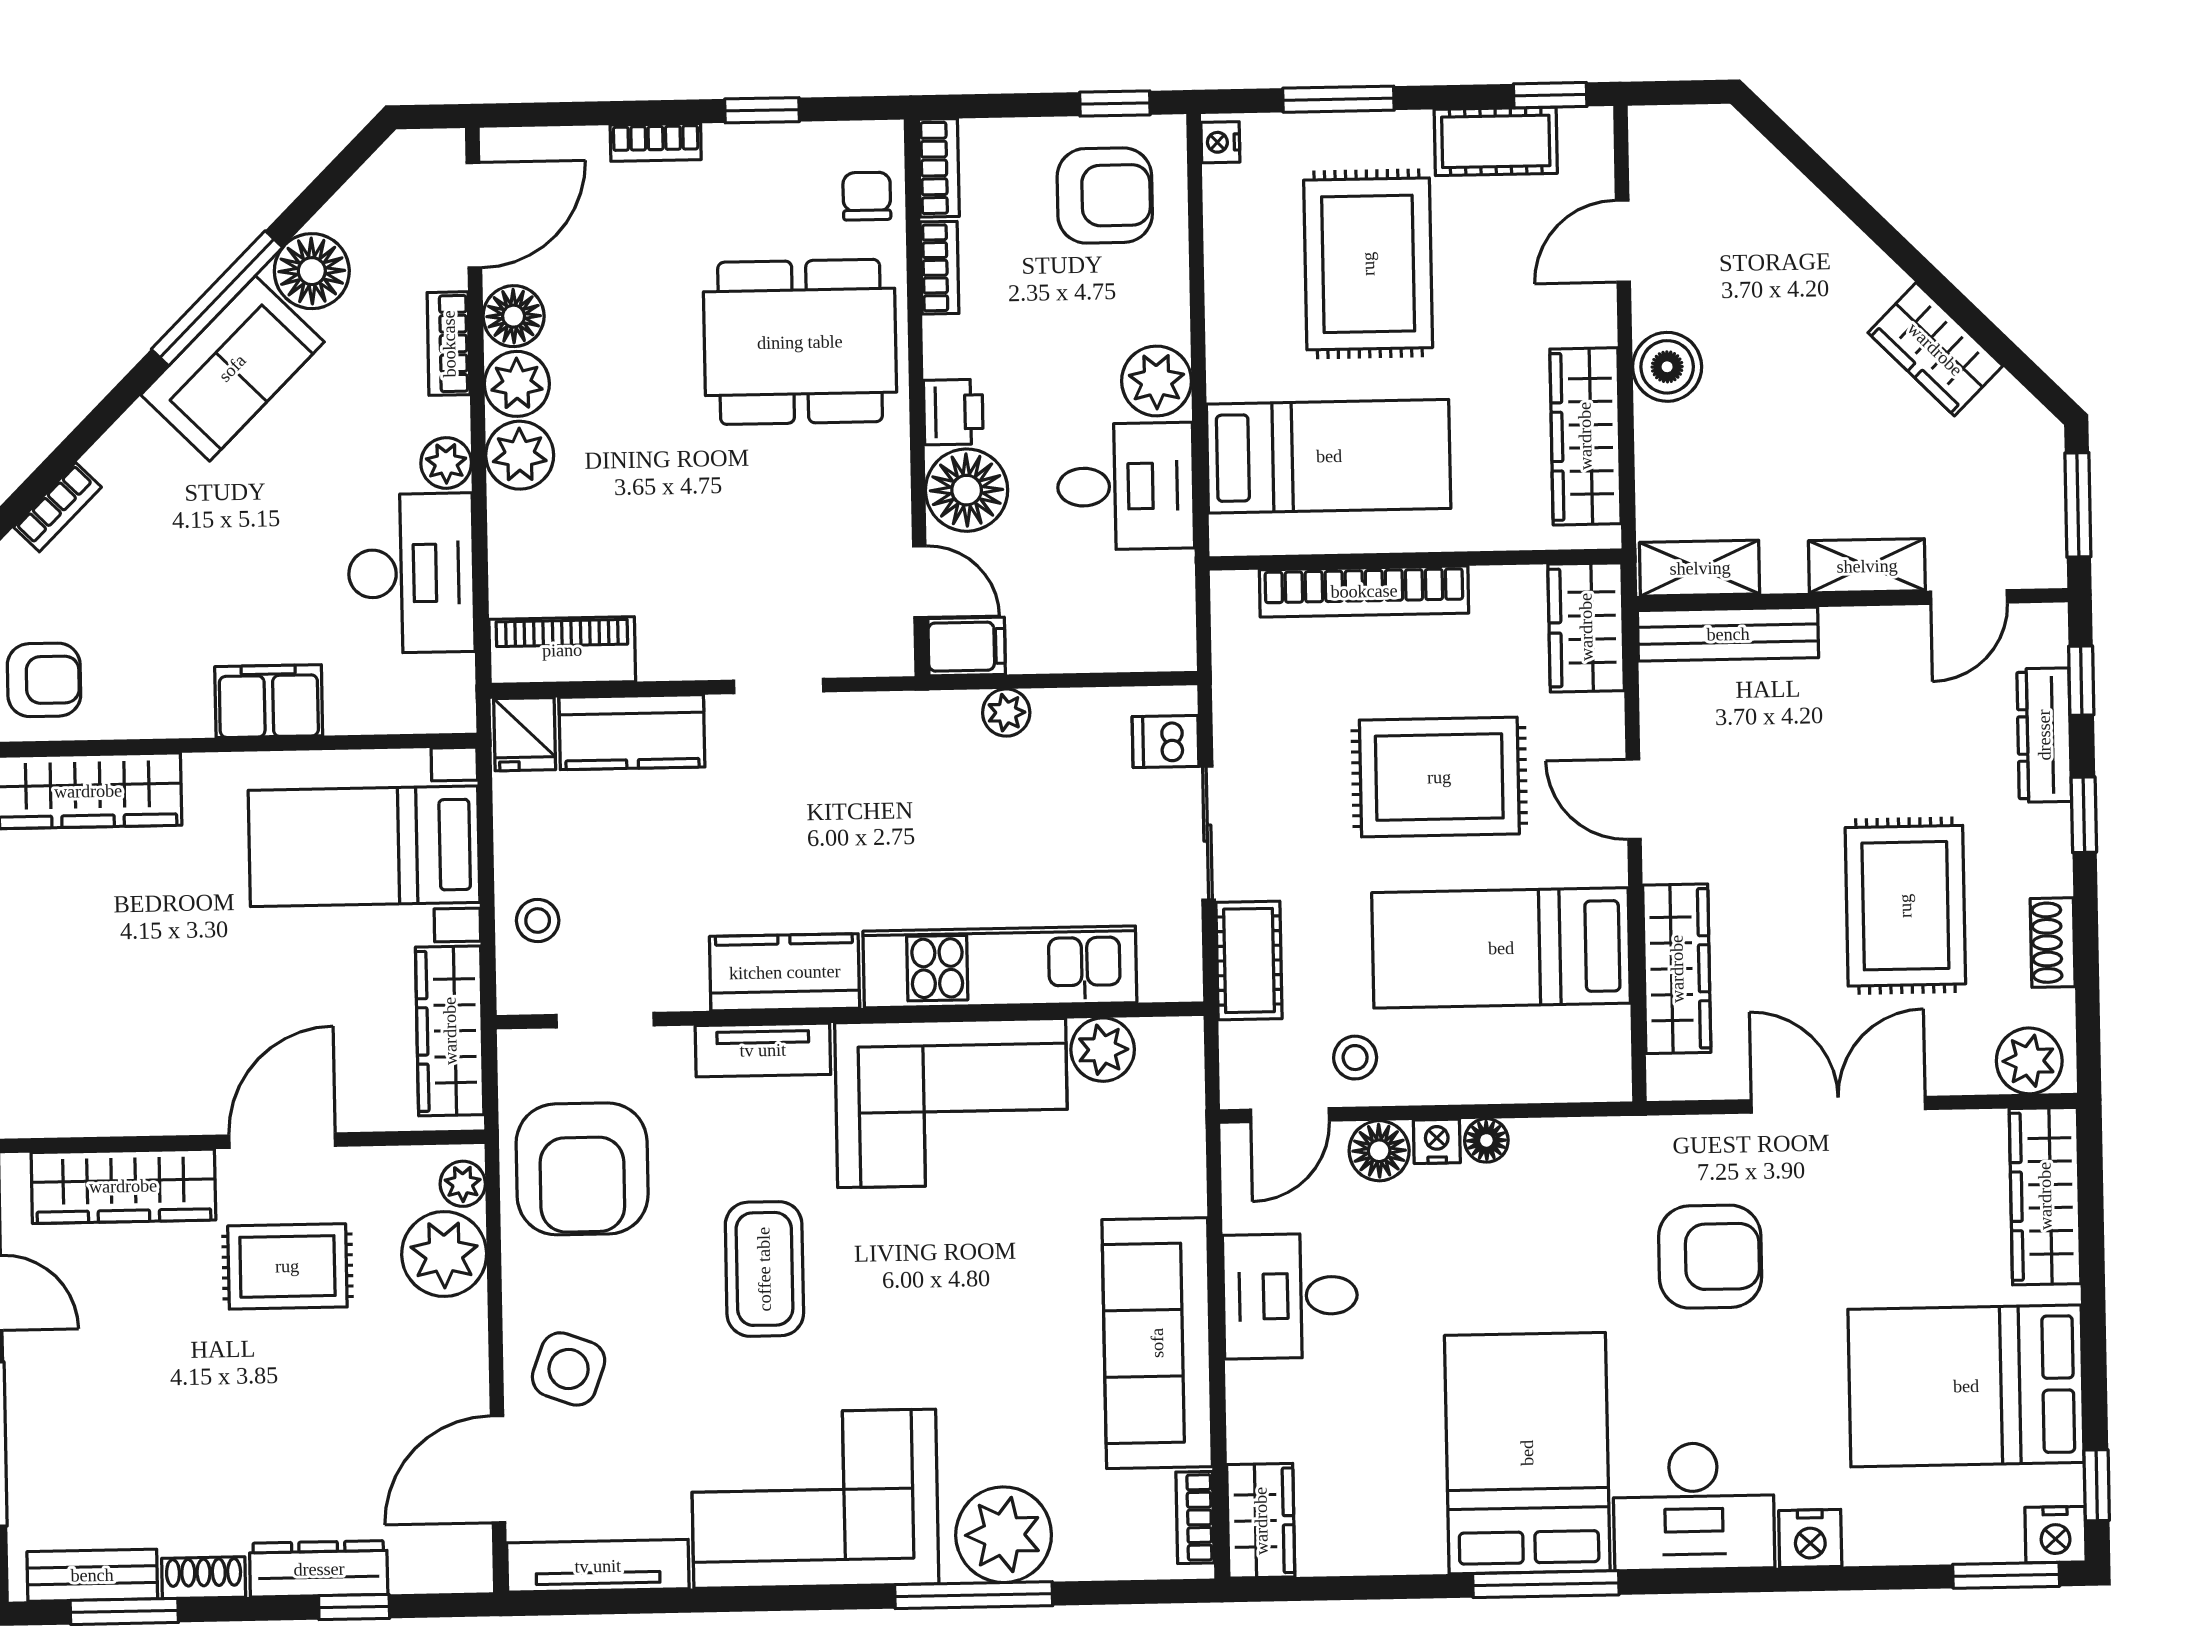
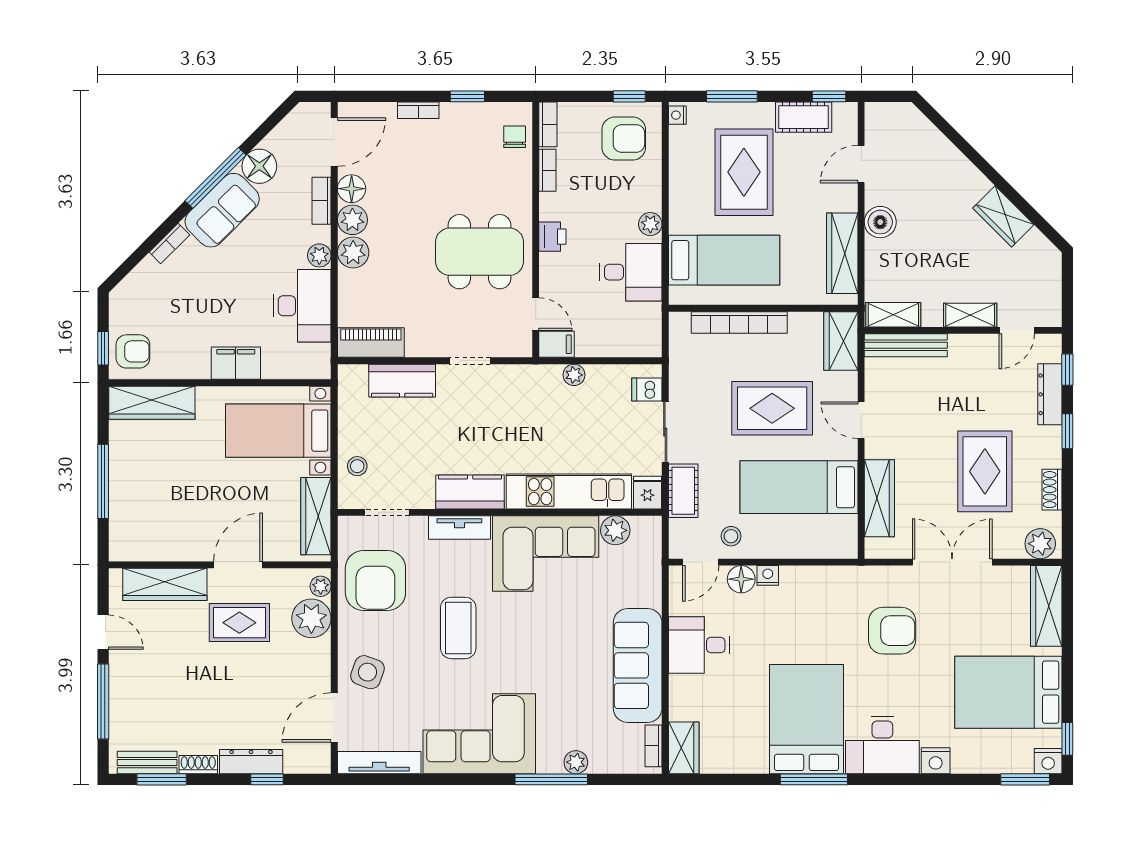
dining table: (800, 342) -> (480, 252), moved
plant: (1157, 381) -> (650, 224), width x0.73, depth x0.73
floor lamp: (967, 490) -> (558, 272), removed
window: (2078, 505) -> (1067, 289), removed
bookcase: (57, 507) -> (169, 243), moved
fridge: (525, 734) -> (647, 493), moved, turned 180
floor lamp: (1486, 1140) -> (791, 575), removed
plant: (1004, 1535) -> (576, 762), width x0.53, depth x0.53

